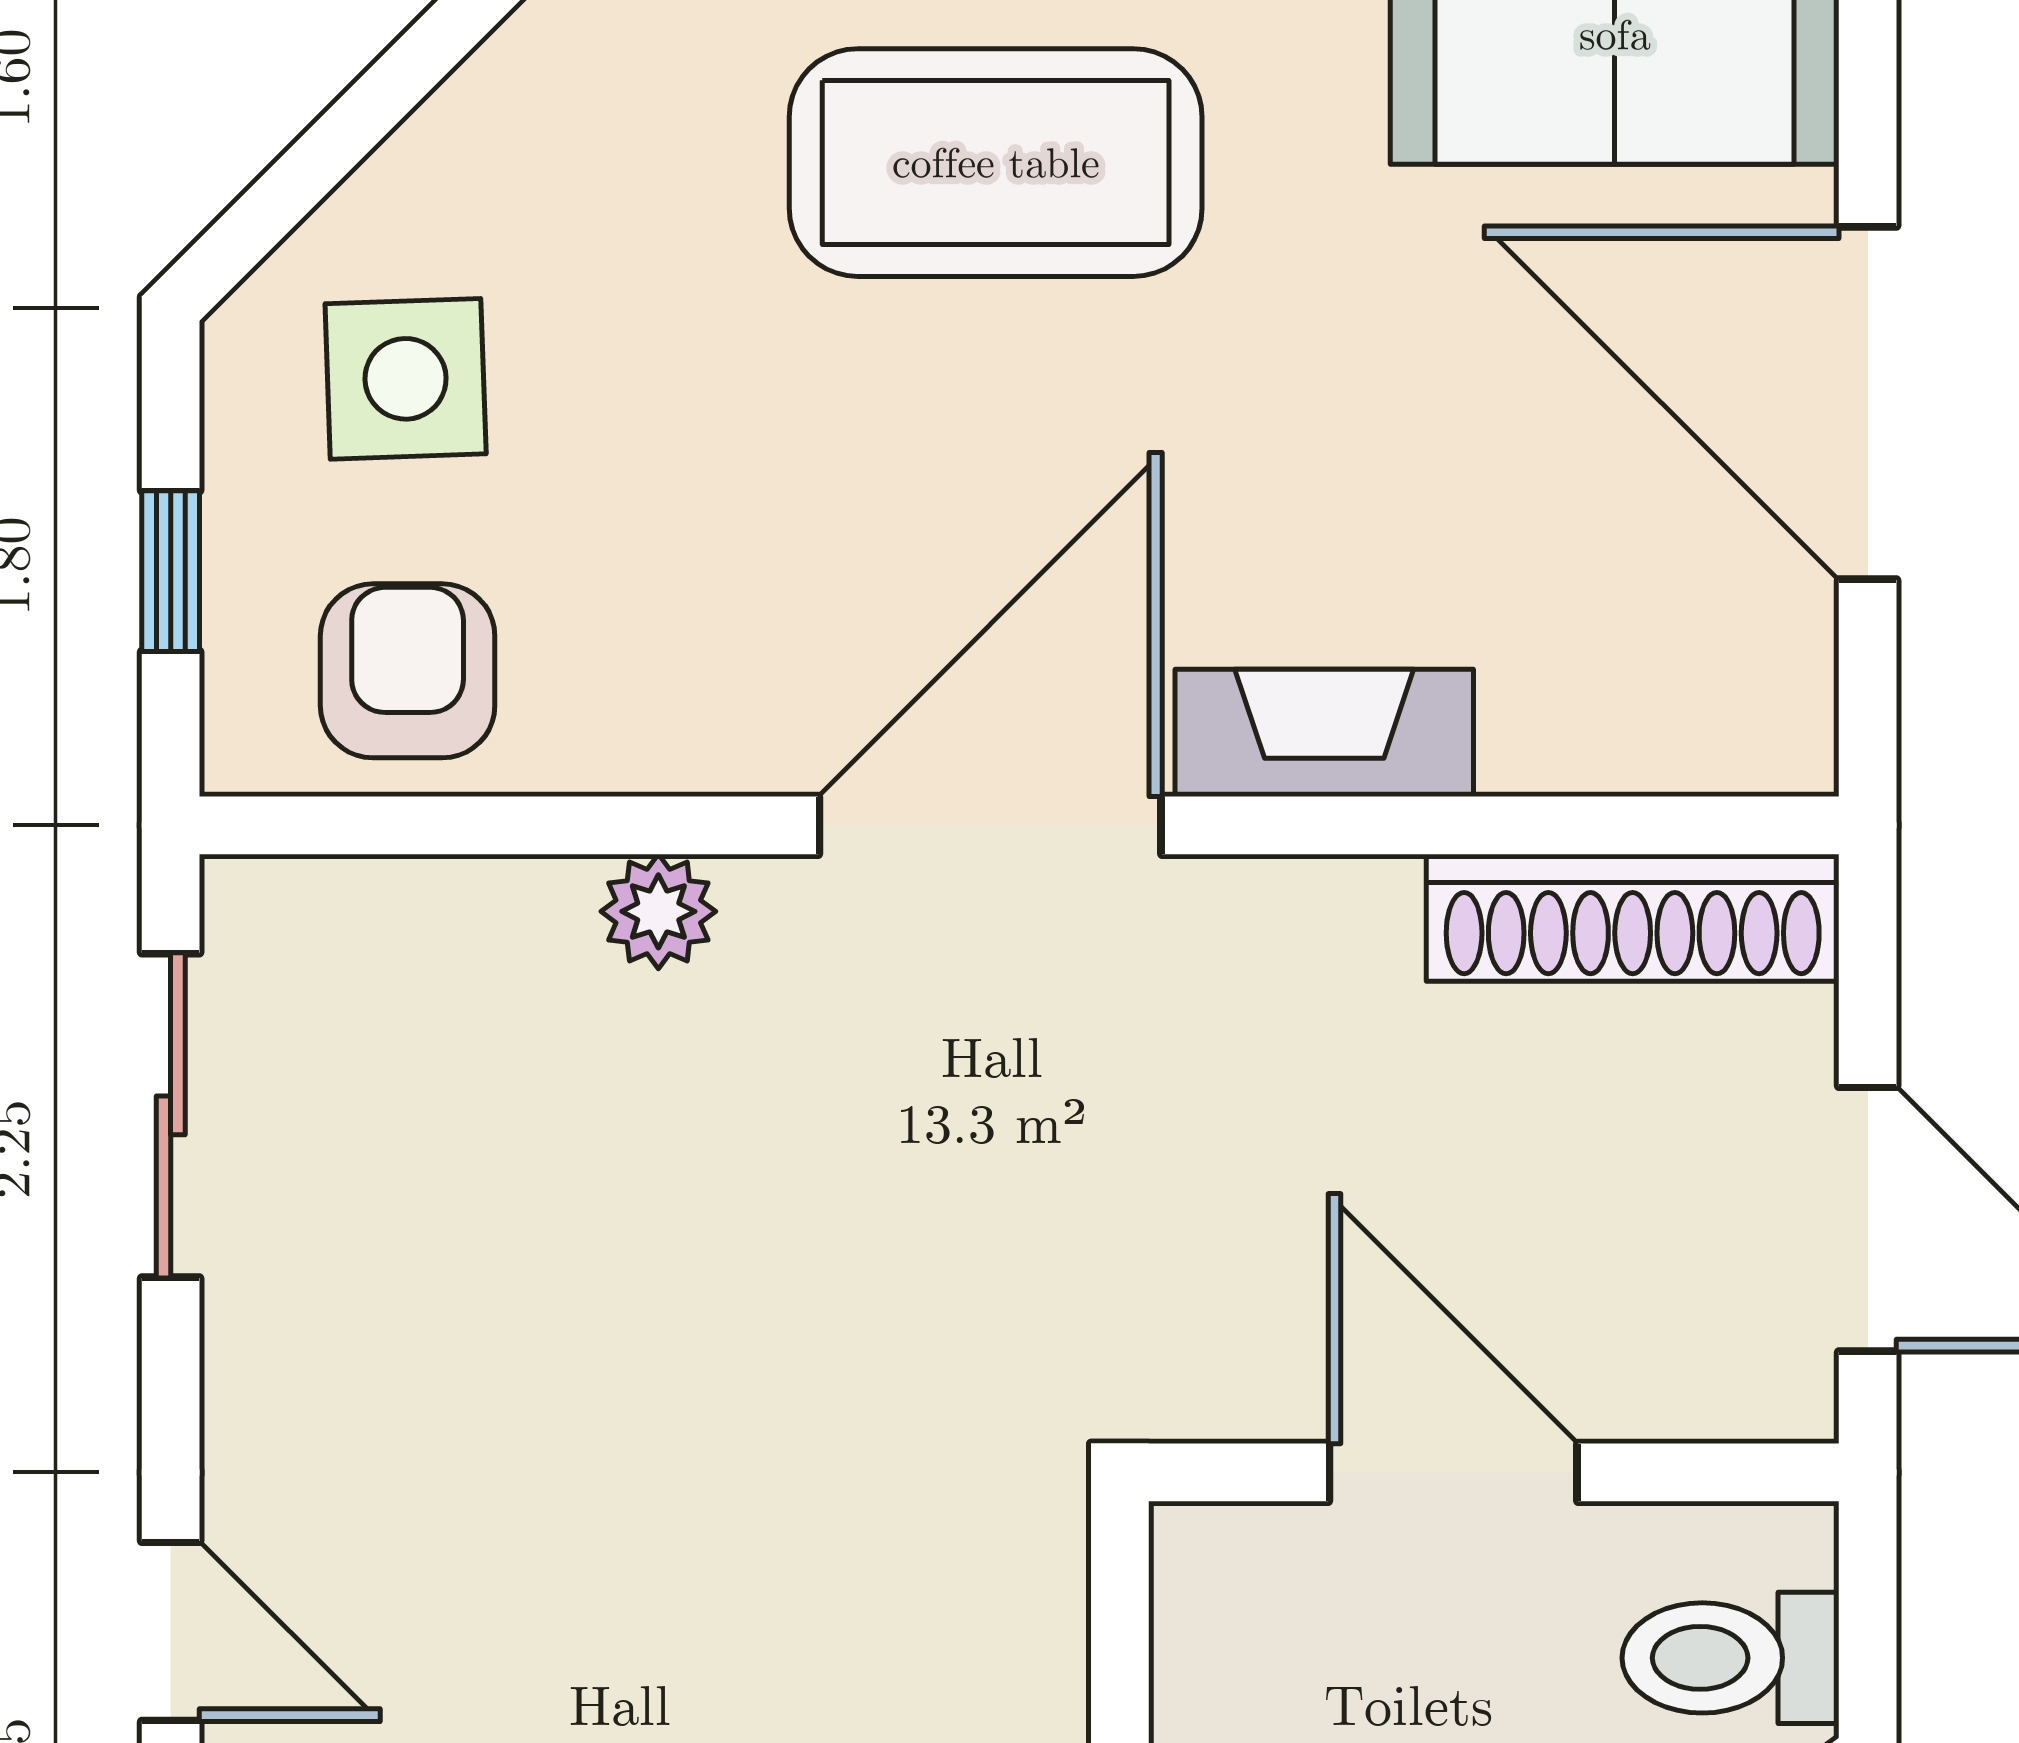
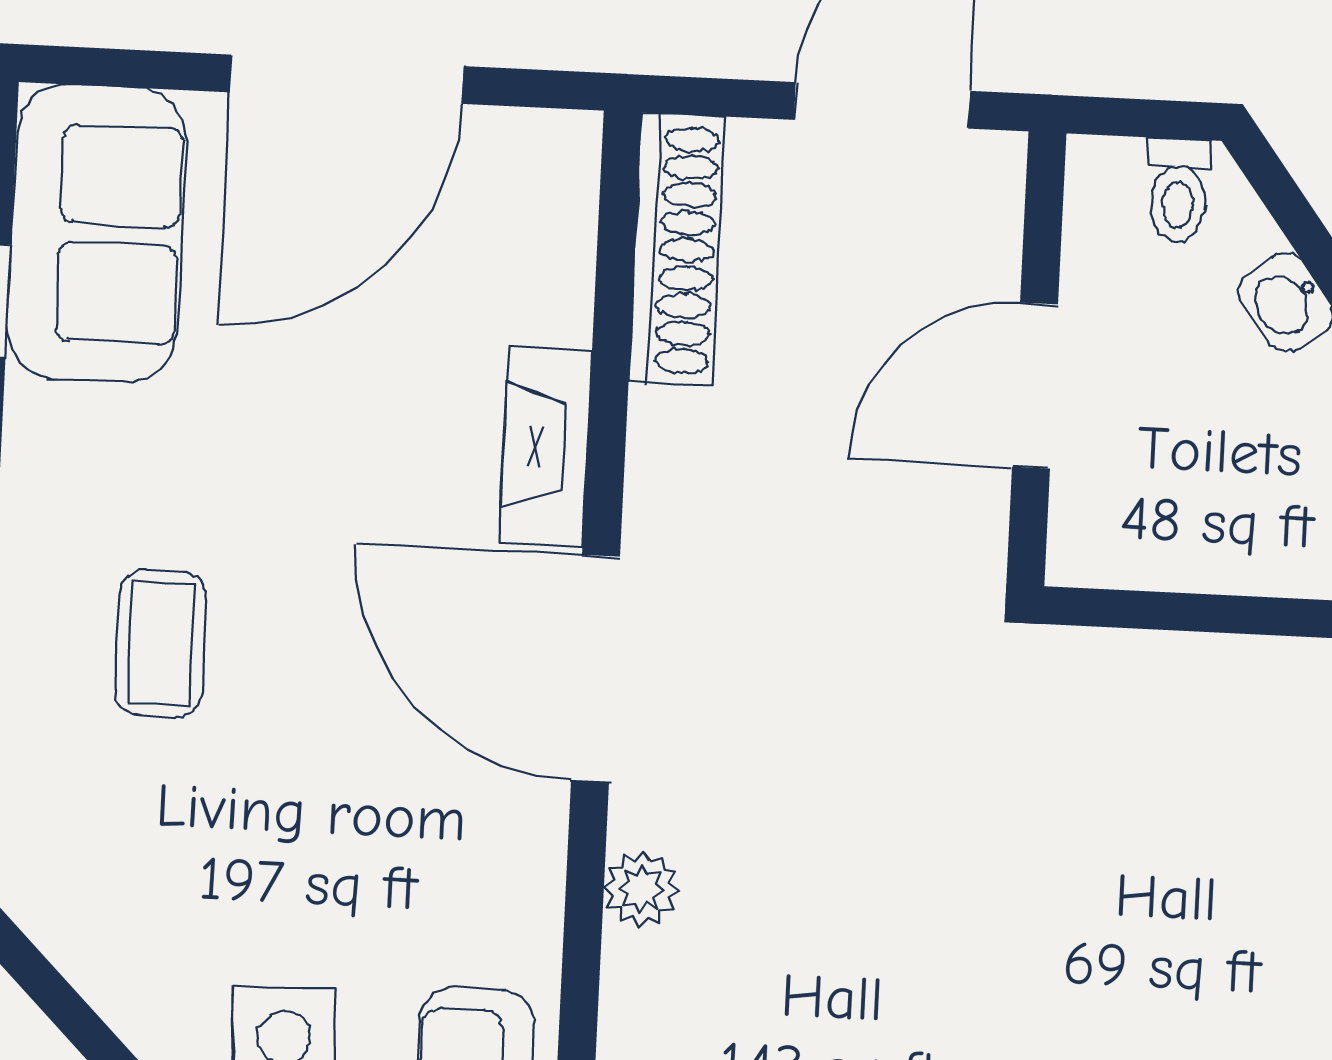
coffee table: (996, 163) -> (161, 644), width x0.54, depth x0.58
toilet: (1730, 1658) -> (1178, 190), width x0.73, depth x0.72

